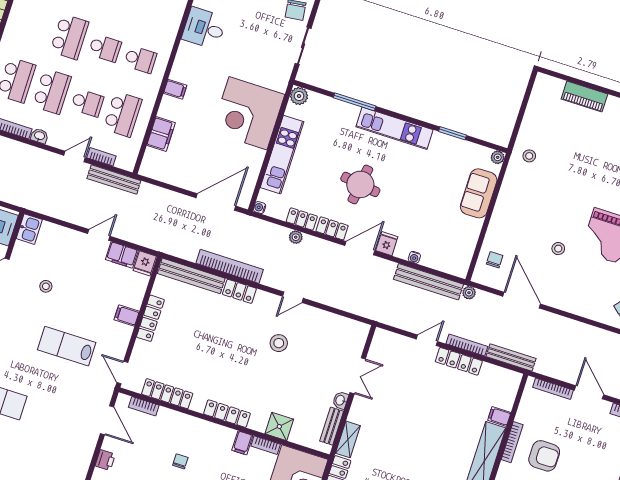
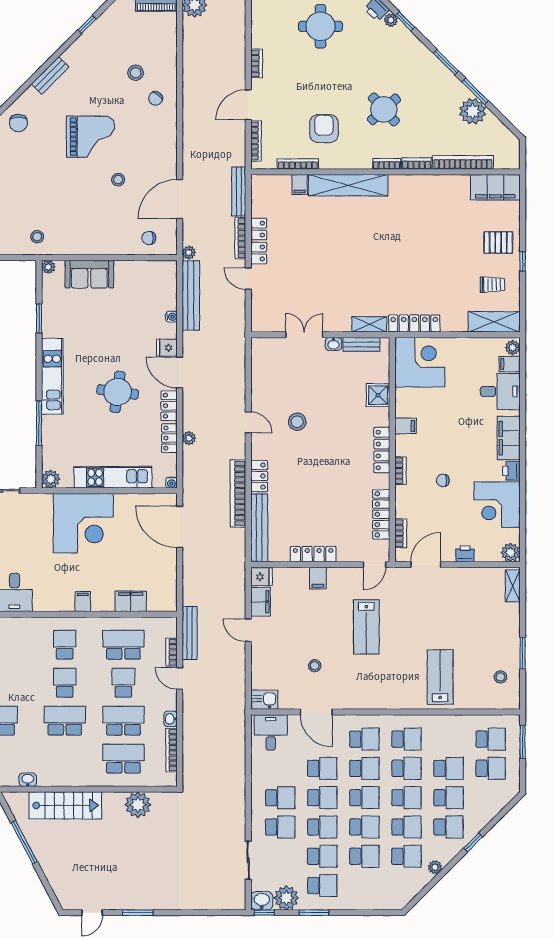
bookcase: (512, 442) -> (298, 164), moved
bookcase: (266, 445) -> (400, 471), moved

